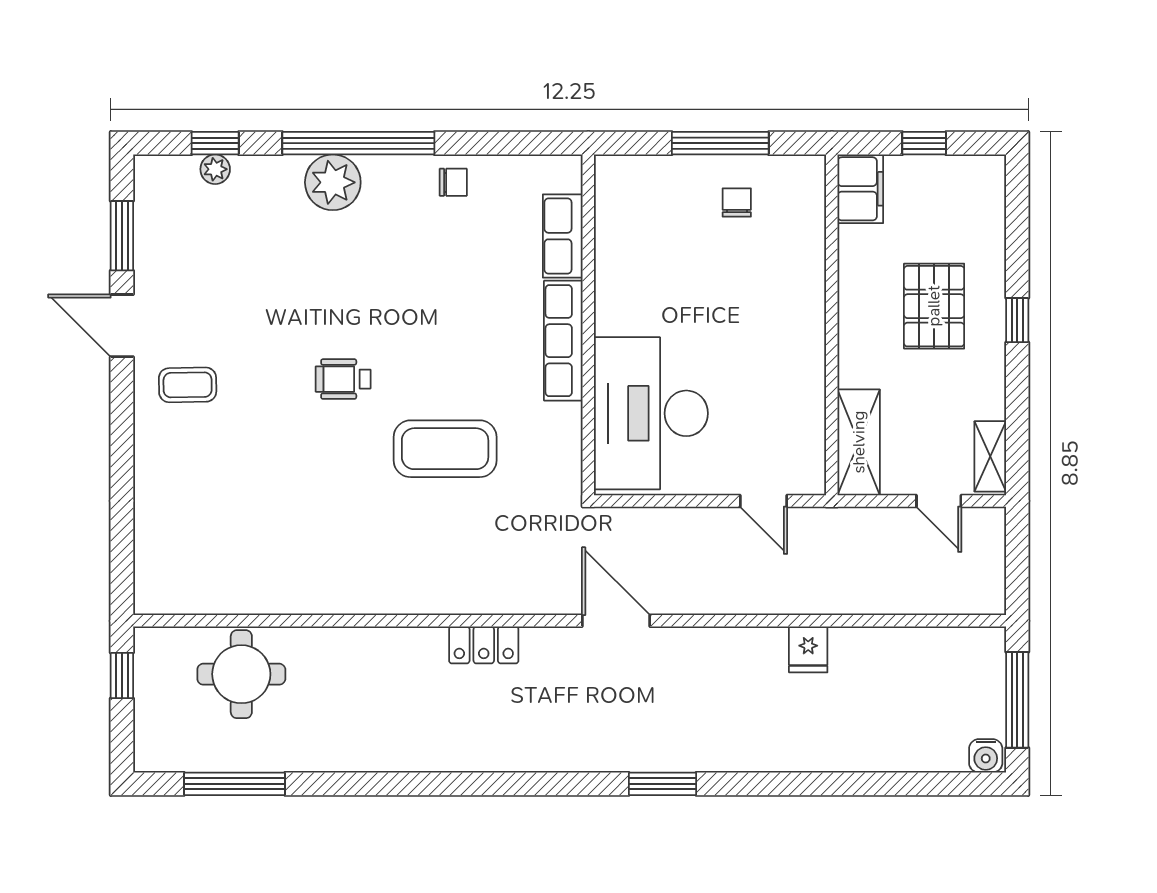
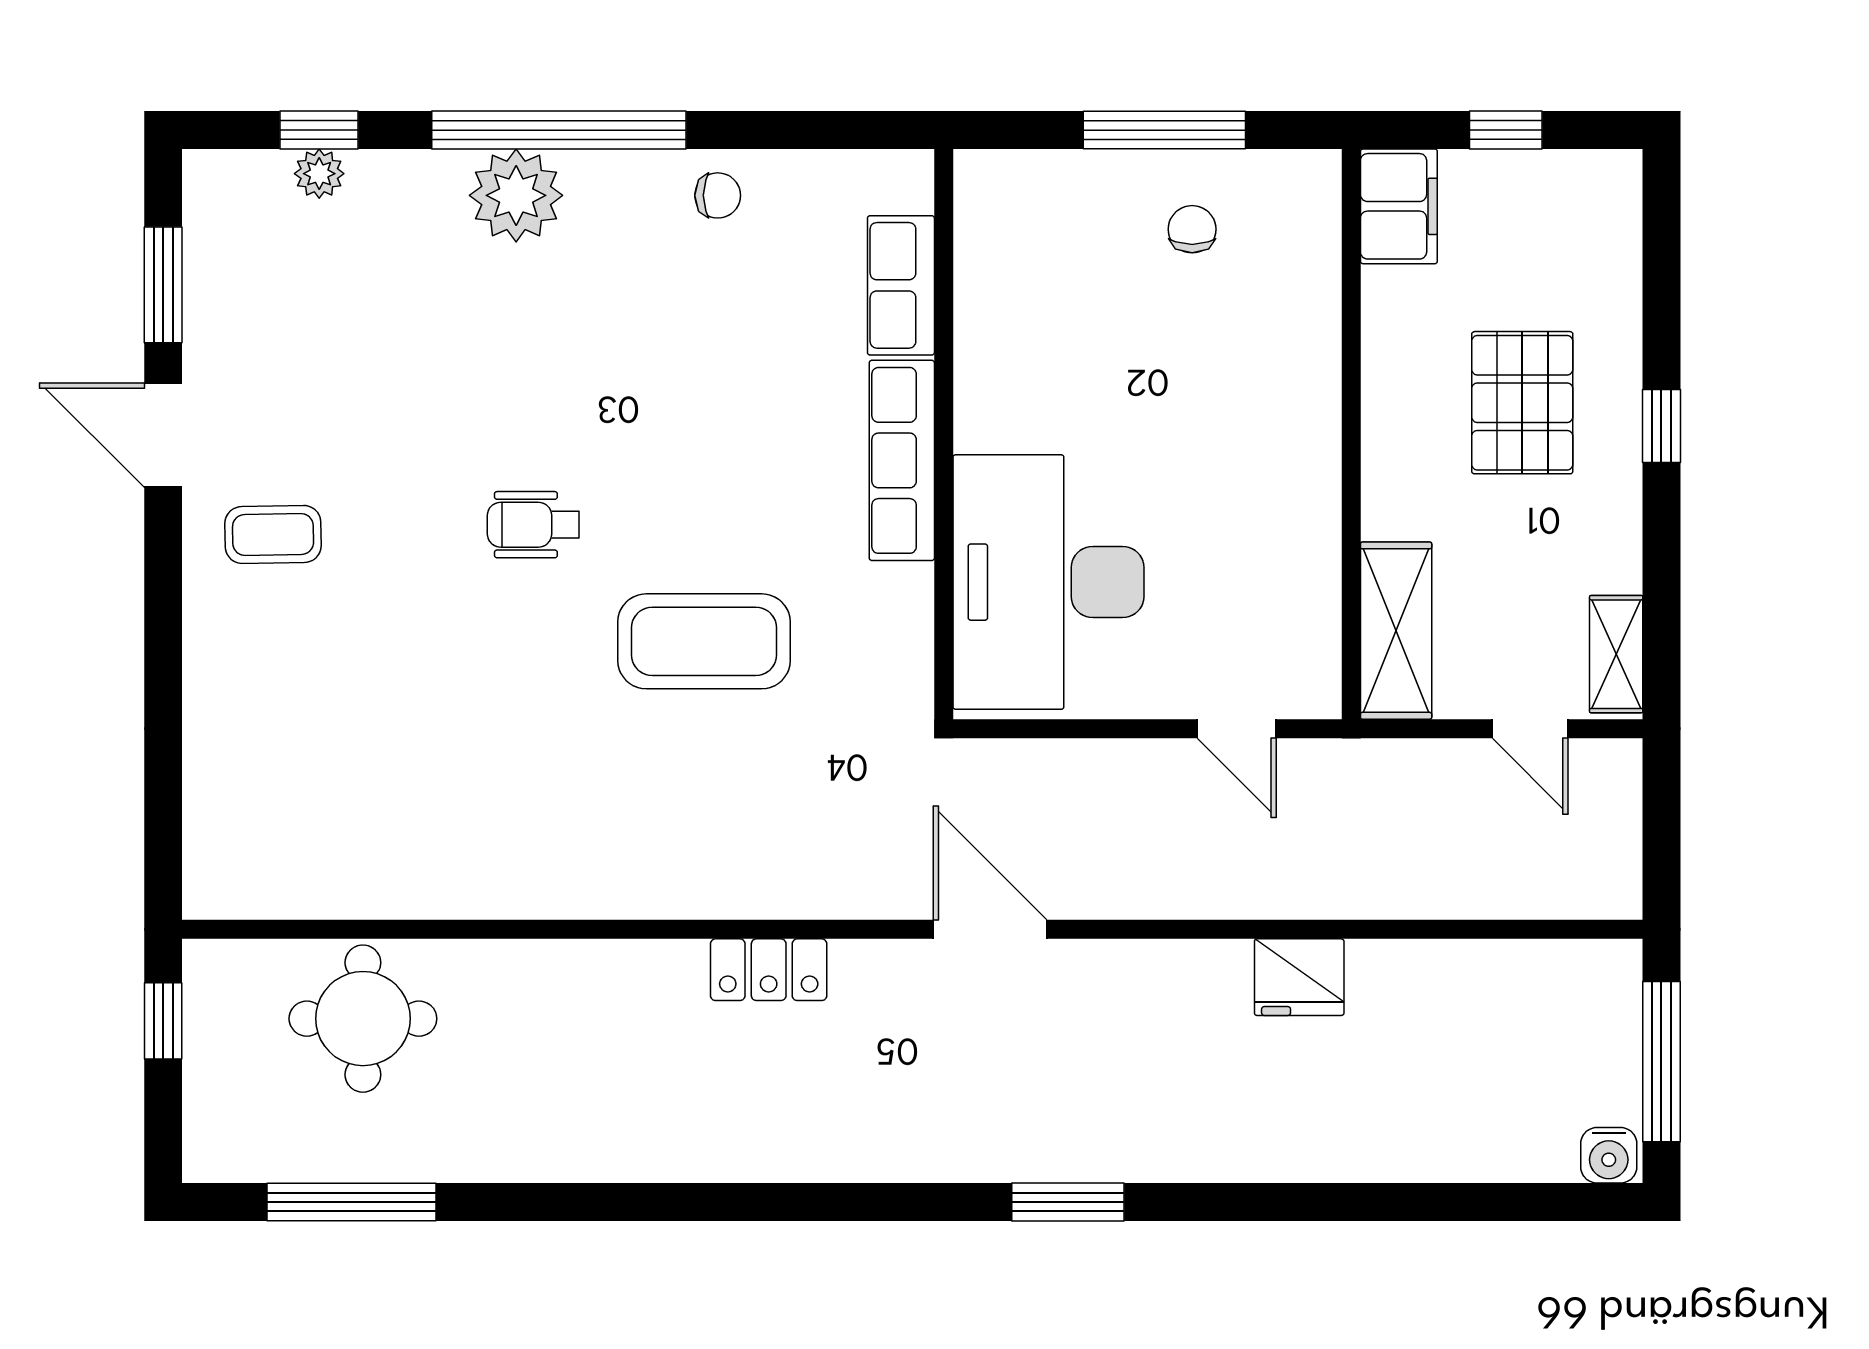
fridge: (808, 649) -> (1299, 977), width x1.38

